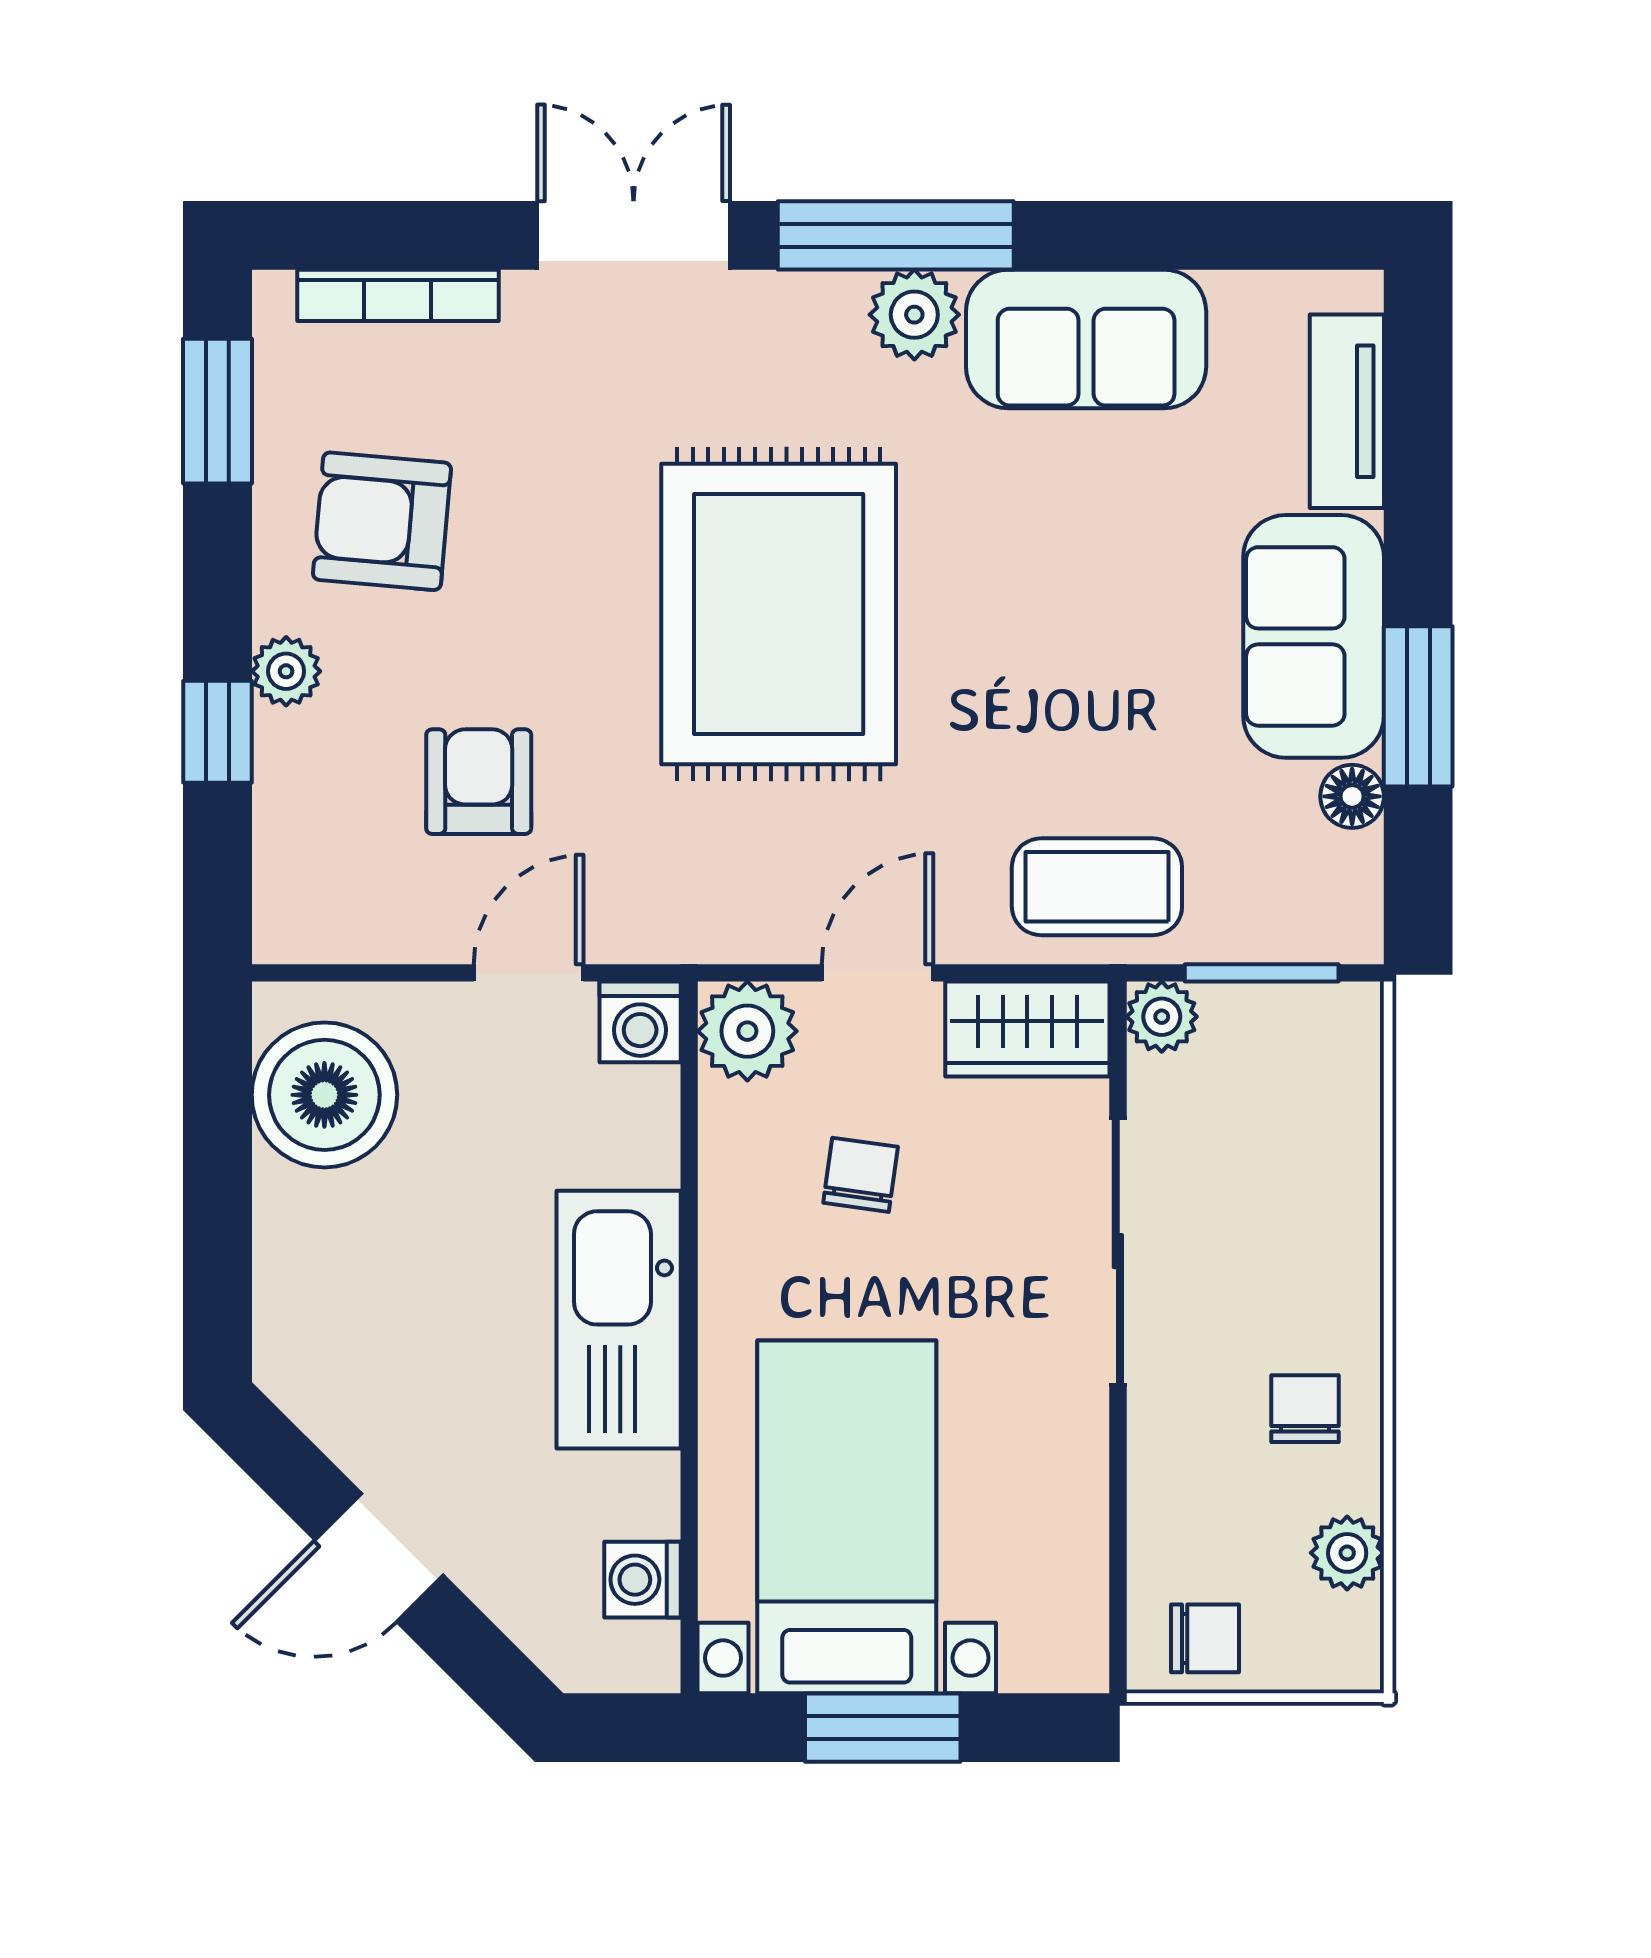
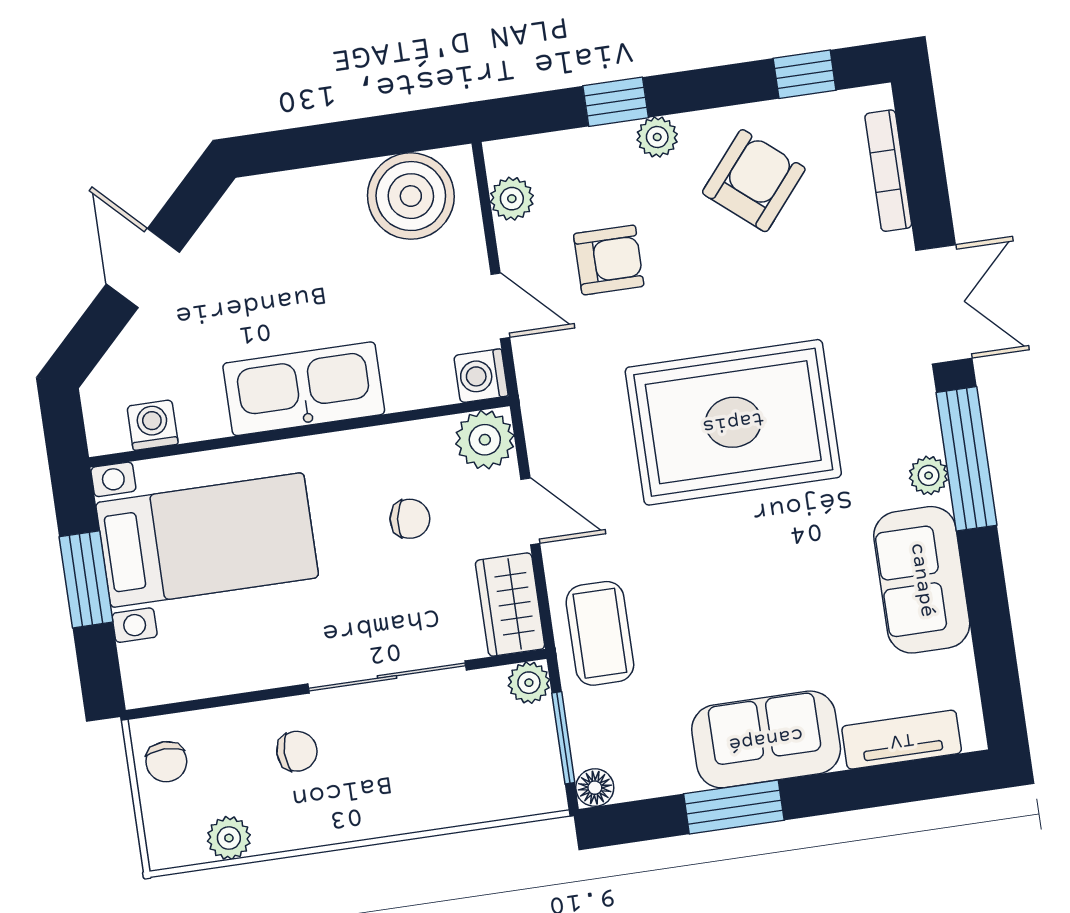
plant: (914, 315) -> (929, 475), width x0.73, depth x0.73
window: (217, 411) -> (805, 74), width x0.67
armchair: (382, 521) -> (754, 181), turned 35
floor lamp: (1352, 796) -> (595, 788), moved
plant: (353, 928) -> (512, 199), added
chair: (1305, 1409) -> (297, 751), moved

